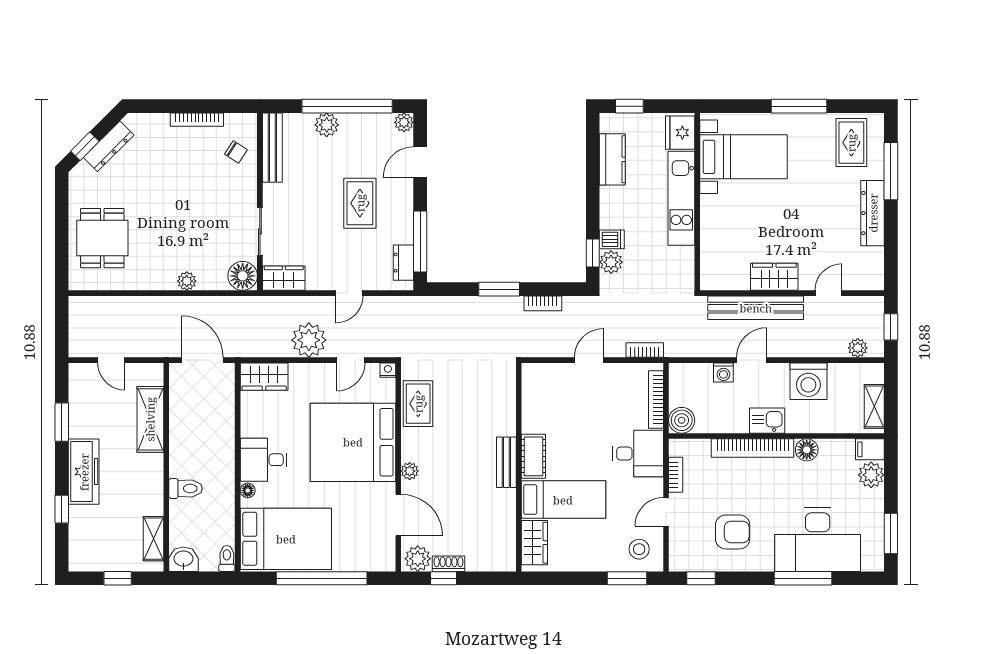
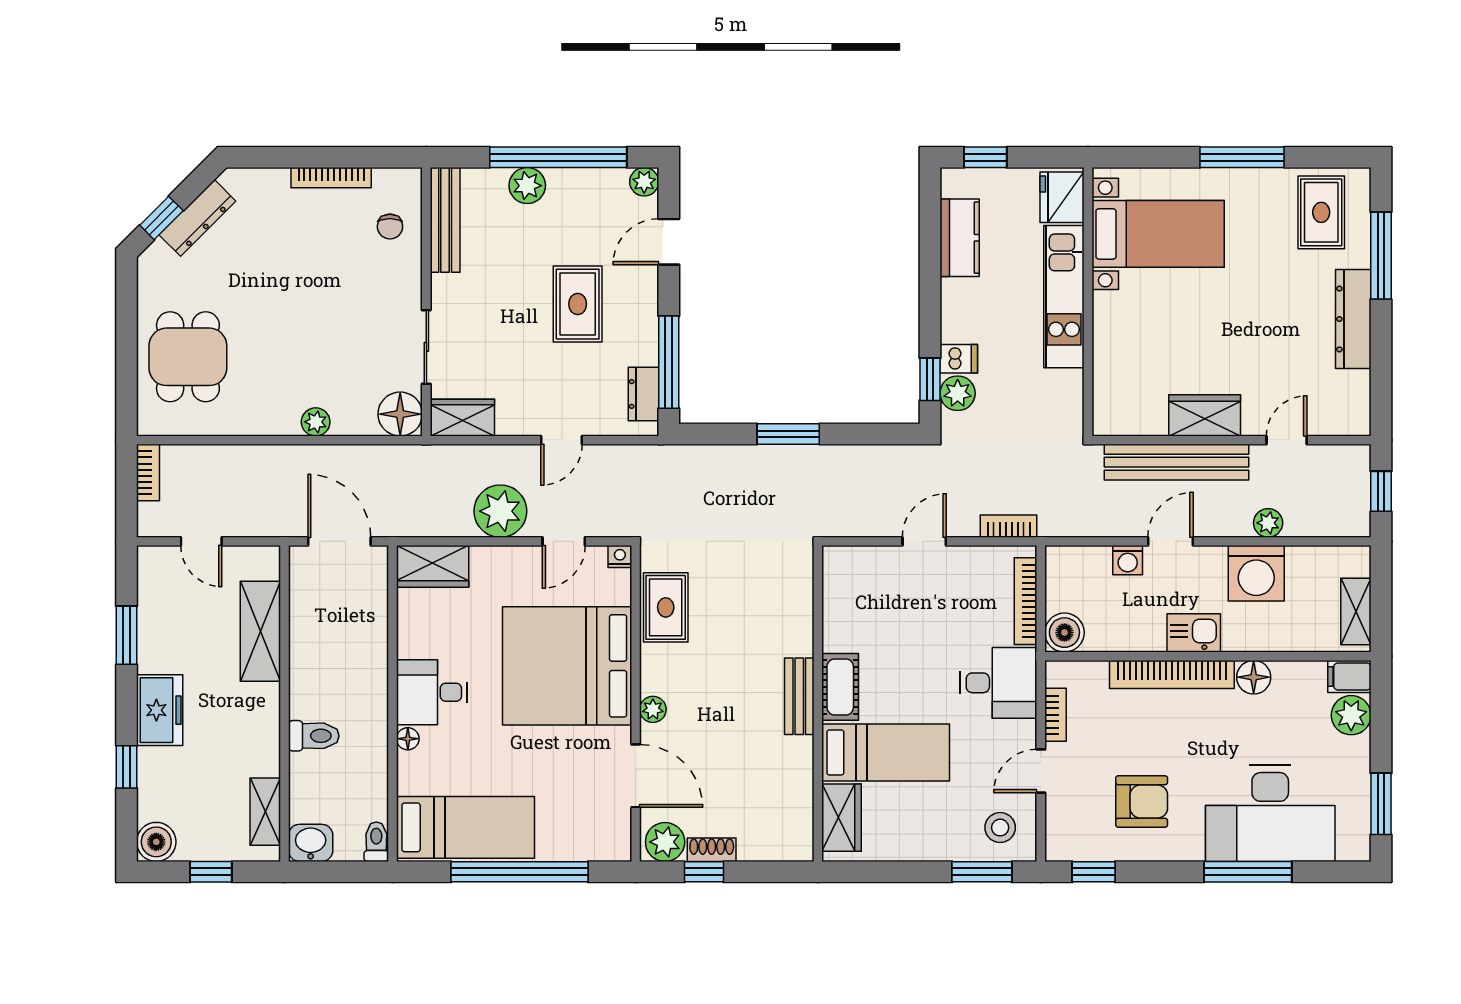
chair: (236, 152) -> (390, 227), turned 57
bookcase: (543, 303) -> (148, 473), moved, turned -90
plant: (858, 348) -> (1268, 523), moved
freezer: (84, 472) -> (160, 710), width x0.71
bed: (286, 539) -> (465, 827), width x0.67
boiler: (81, 559) -> (156, 842), added

